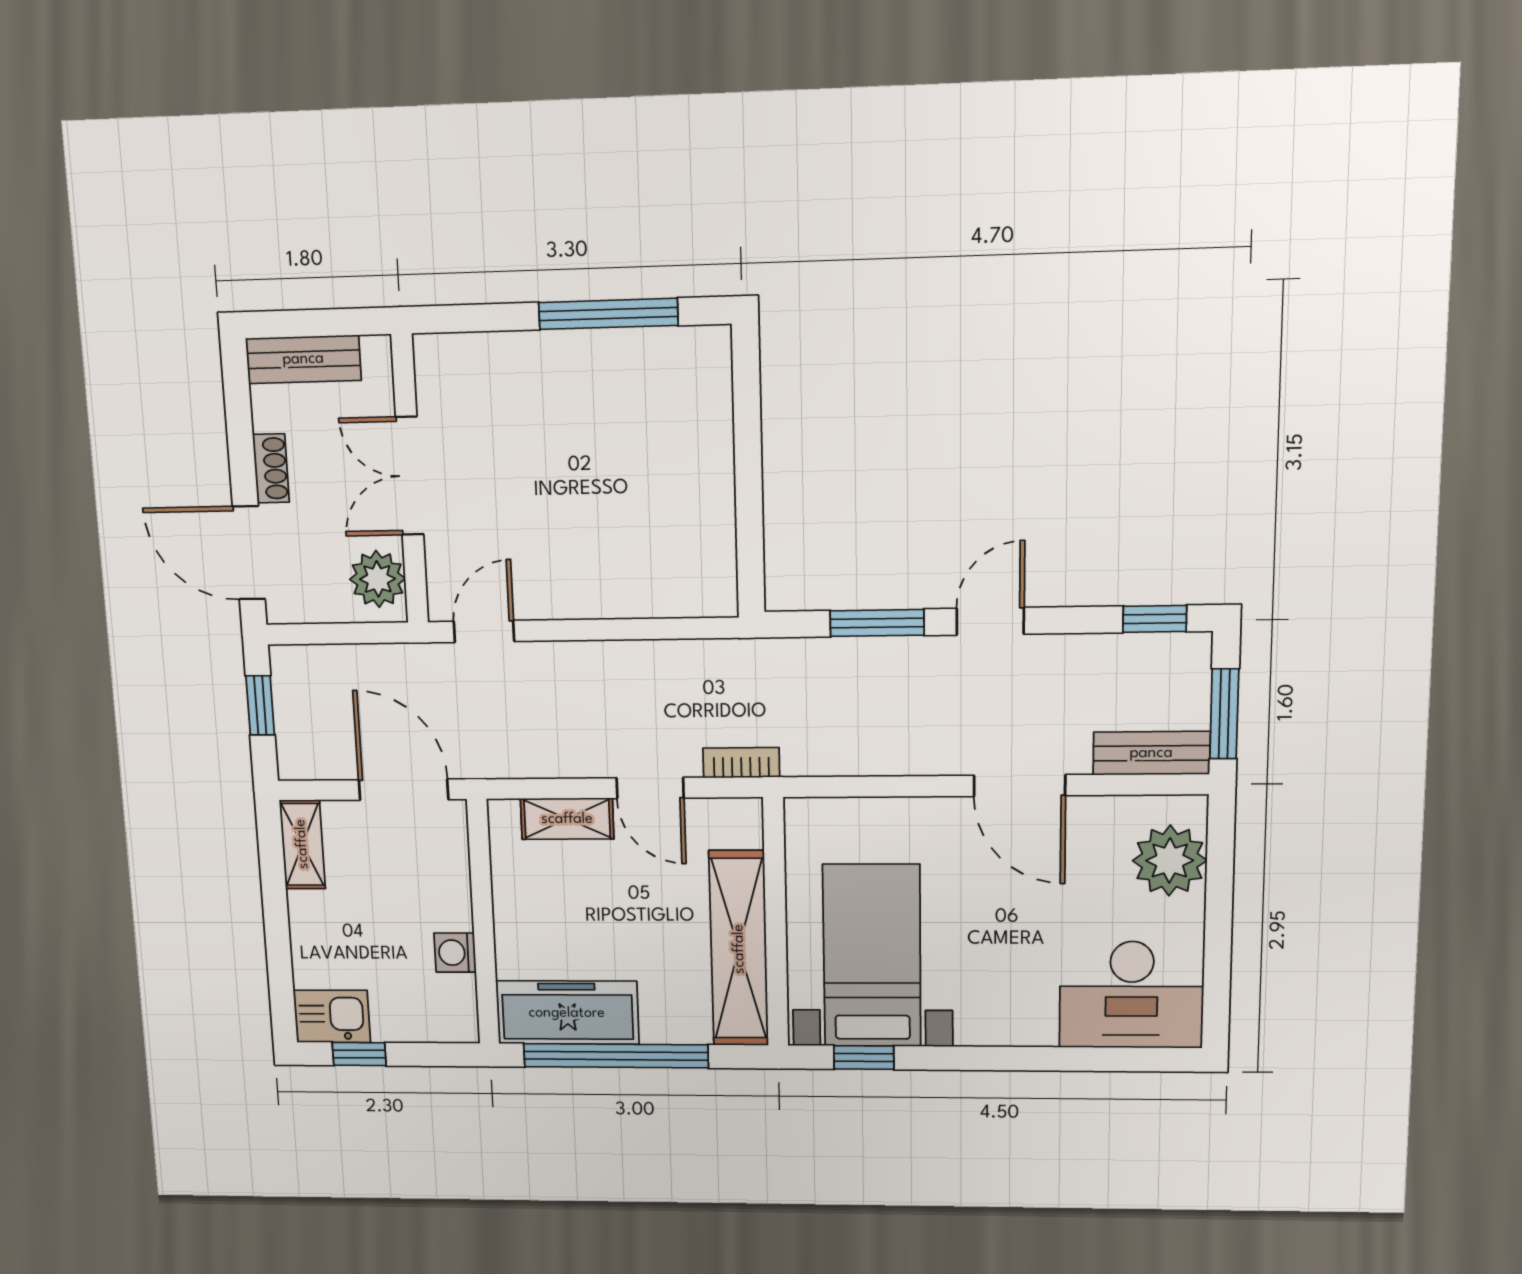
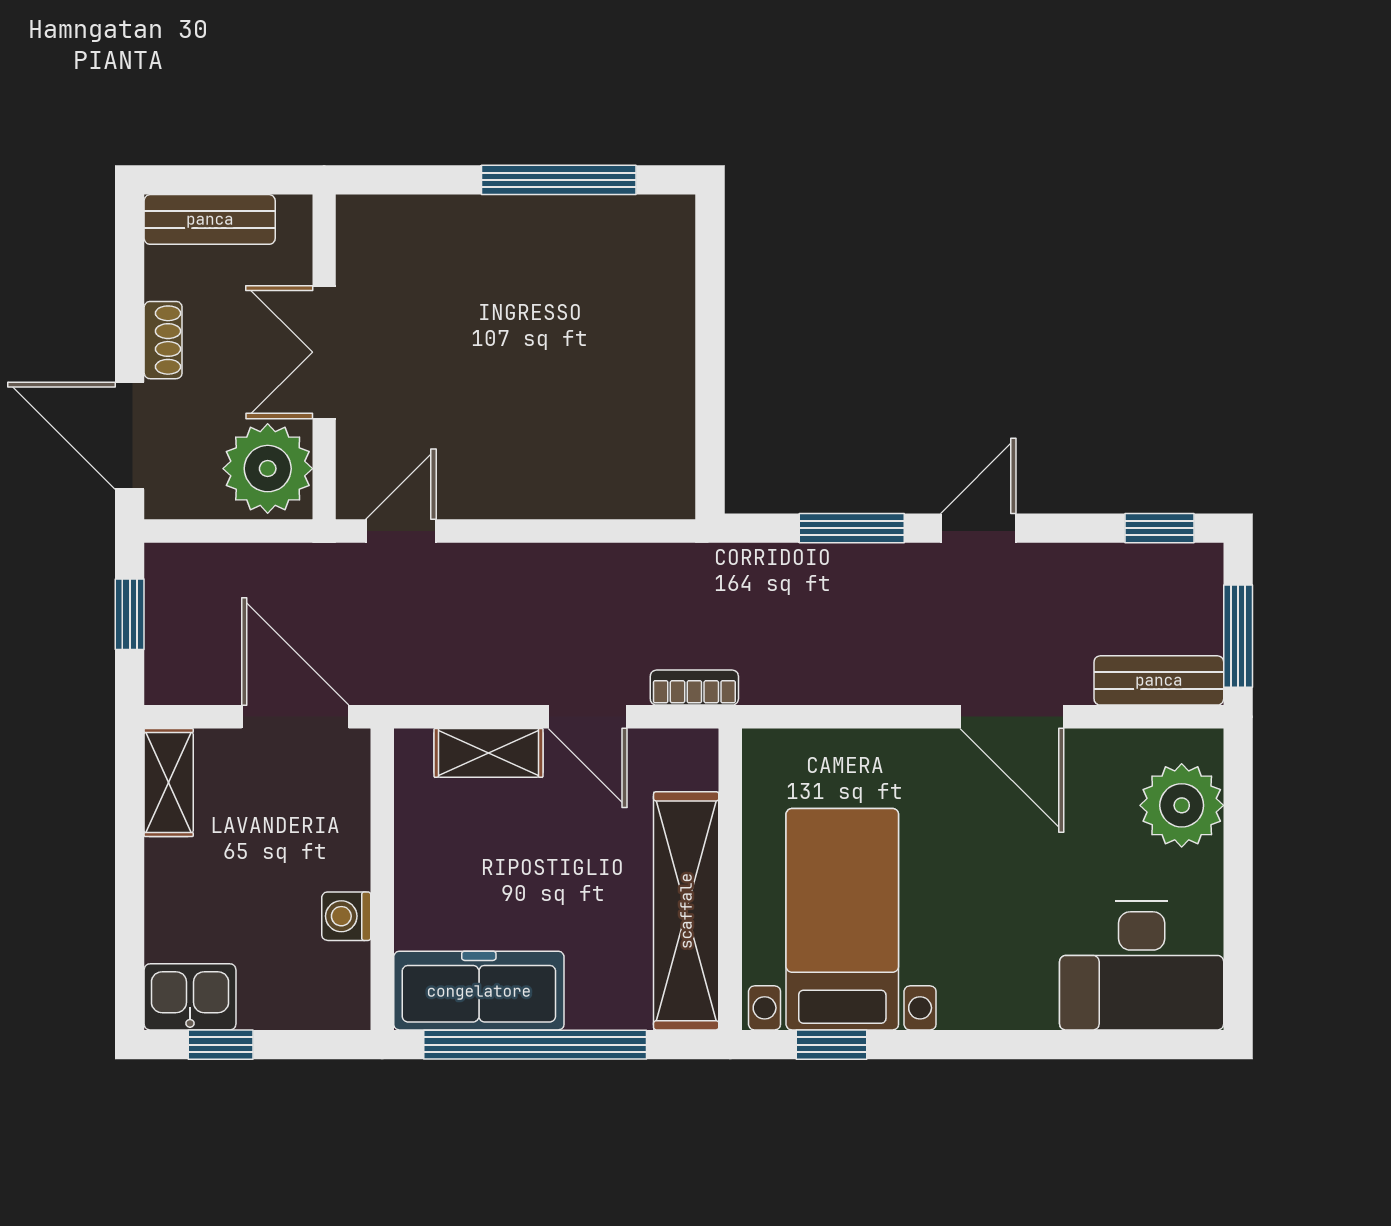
plant: (378, 579) -> (268, 469), width x1.36, depth x1.36

